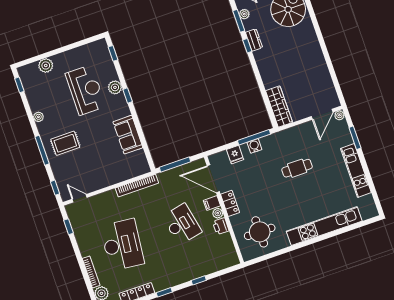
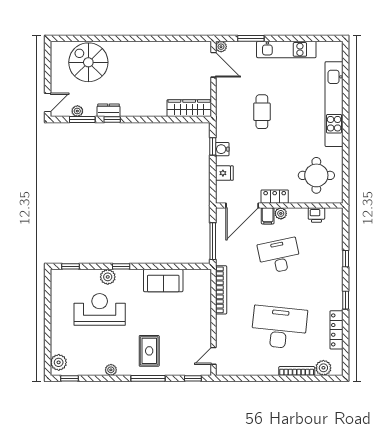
plant: (46, 65) -> (59, 362), moved
window: (254, 137) -> (213, 146), width x0.46
printer: (221, 226) -> (316, 215), moved
window: (69, 227) -> (240, 378), removed

